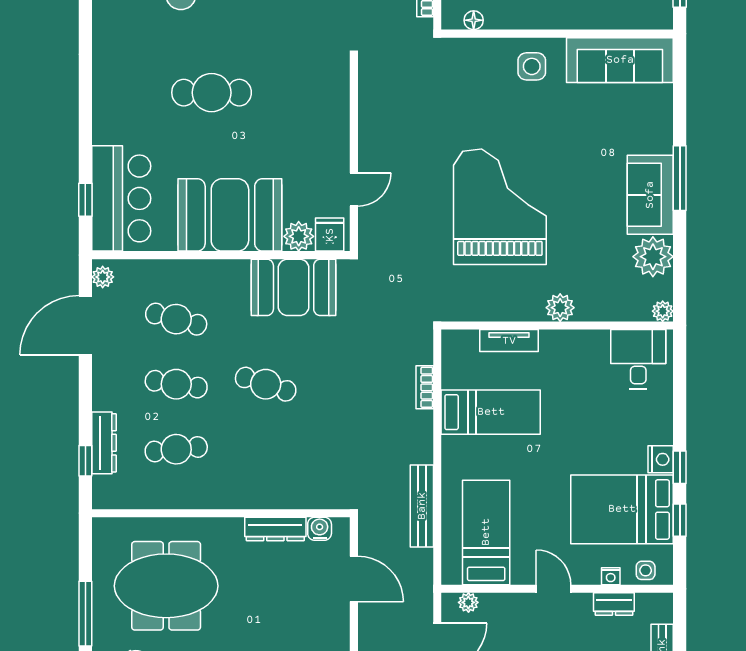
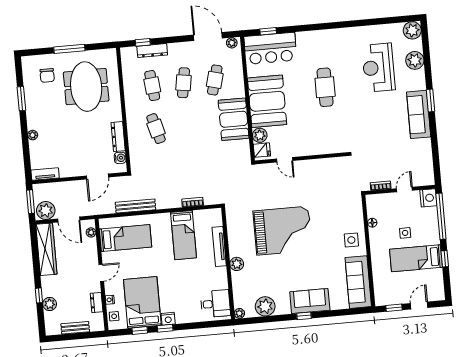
floor lamp: (474, 20) -> (372, 223), moved
window: (680, 178) -> (304, 316), width x0.46
sofa: (650, 195) -> (310, 301), moved
booth: (294, 287) -> (234, 119), moved
tv unit: (509, 341) -> (219, 247), width x1.41
cafe table: (266, 384) -> (156, 129), moved, turned -33

